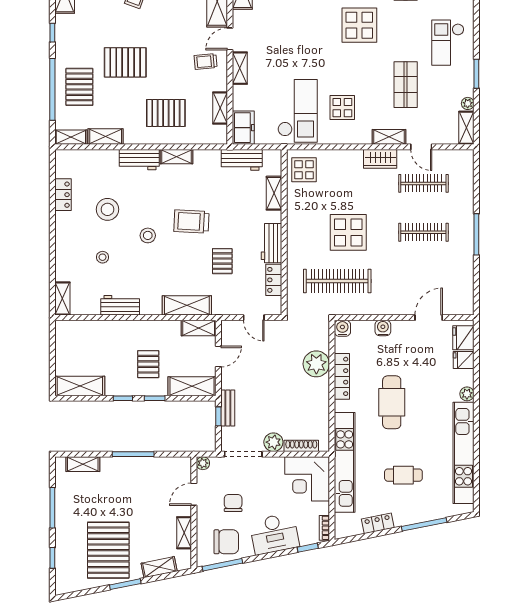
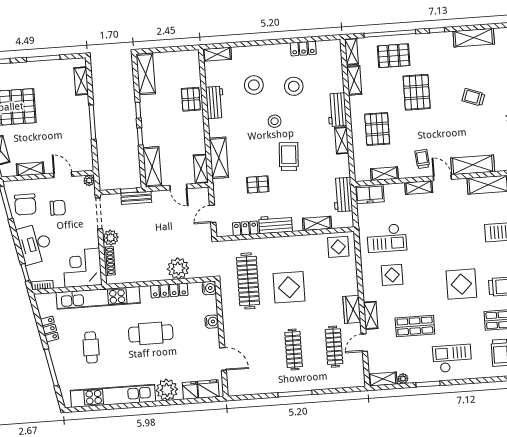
checkout: (298, 111) -> (387, 238), width x0.73, depth x0.83
stool: (103, 257) -> (254, 85), width x1.89, depth x1.89
pallet: (148, 364) -> (191, 99), moved, turned 90
plant: (467, 394) -> (167, 390), width x1.87, depth x1.87

